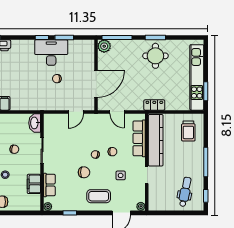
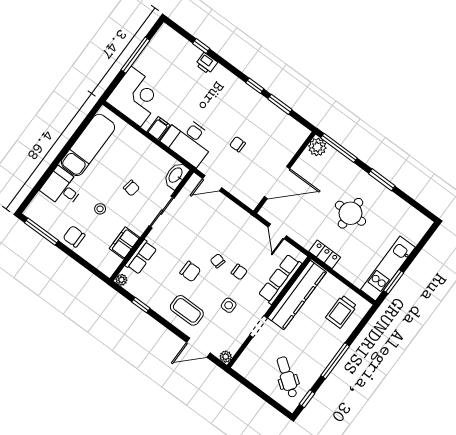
desk: (51, 53) -> (189, 140), moved, turned 180
round table: (155, 56) -> (350, 213), moved
kitchen unit: (197, 77) -> (388, 268), width x0.73
door: (76, 112) -> (212, 183), moved
dental chair: (185, 192) -> (287, 377), turned -65

